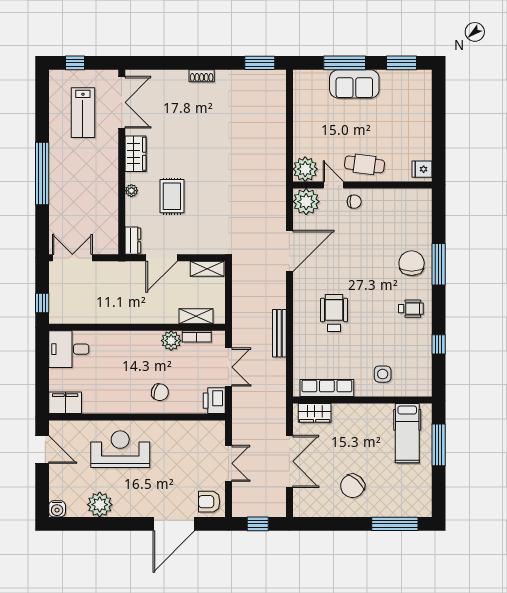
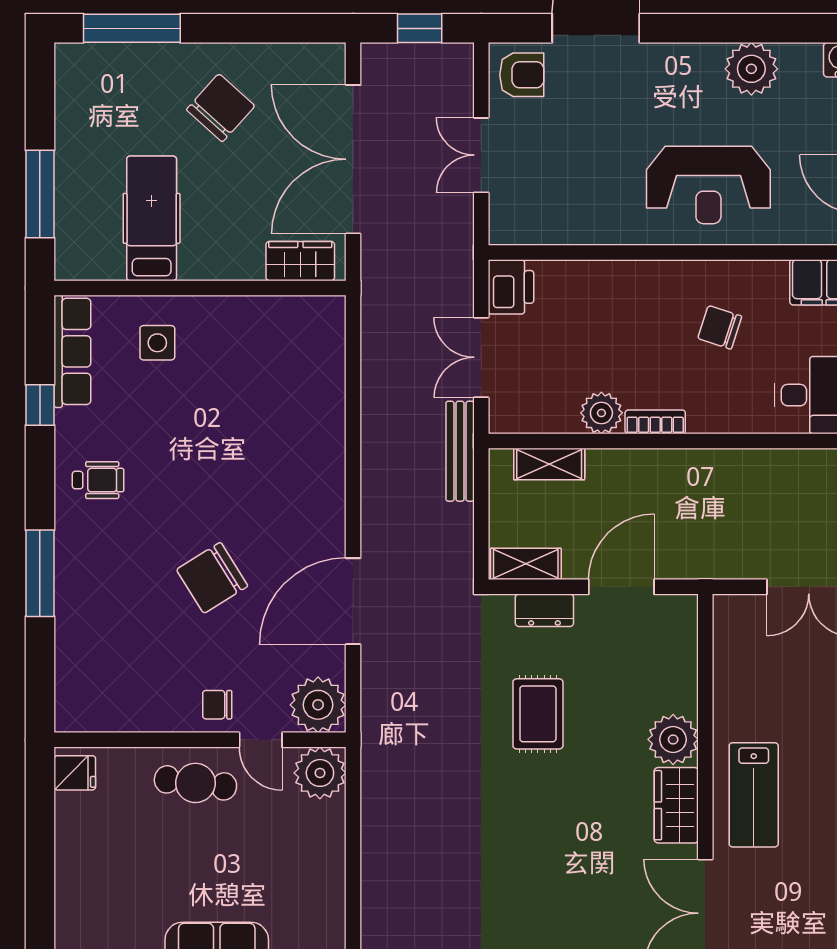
lab bench: (83, 113) -> (754, 795), moved, turned 180
plant: (131, 191) -> (673, 739), width x1.88, depth x1.88
rug: (172, 196) -> (538, 714), moved
dresser: (133, 241) -> (544, 610), moved, turned -90
chair: (412, 263) -> (212, 578), moved, turned 58
wheelchair: (411, 309) -> (98, 480), turned 180
wheelchair: (334, 313) -> (259, 471), removed
bench: (279, 333) -> (460, 451), moved
bookcase: (197, 336) -> (655, 422), moved
row of seats: (327, 388) -> (72, 351), moved, turned -90
chair: (160, 392) -> (720, 327), moved
hospital bed: (407, 433) -> (152, 218), moved
double door: (289, 461) -> (353, 159), width x1.36

